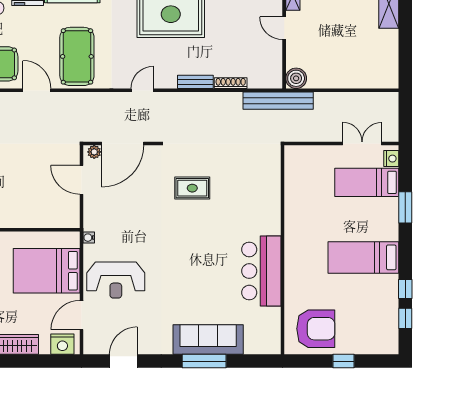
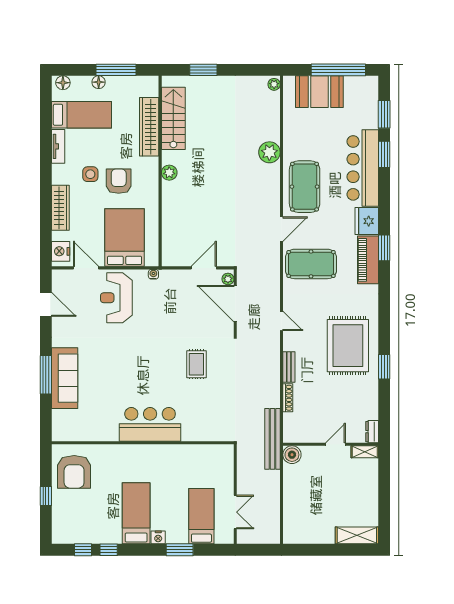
nightstand: (391, 159) -> (158, 537), moved
bar counter: (261, 271) -> (150, 424), moved

